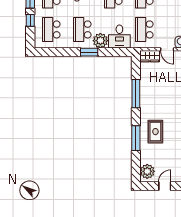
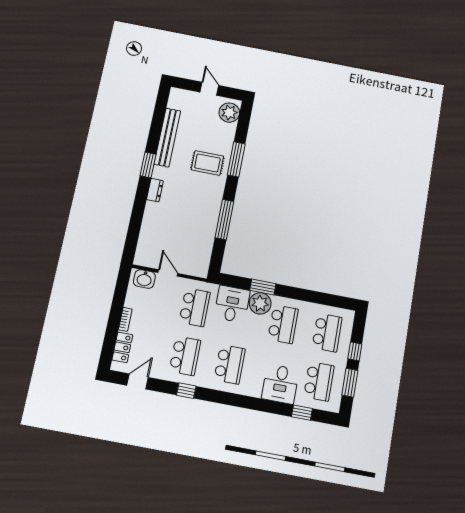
window: (89, 52) -> (263, 287), moved
wardrobe: (150, 56) -> (195, 268), removed
rug: (155, 132) -> (207, 163), turned 90
door: (165, 186) -> (209, 89), swing flipped

